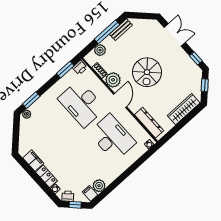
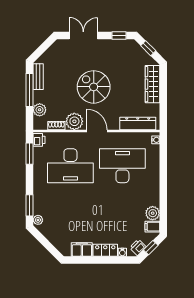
spiral stairs: (147, 72) -> (94, 87), turned 180

